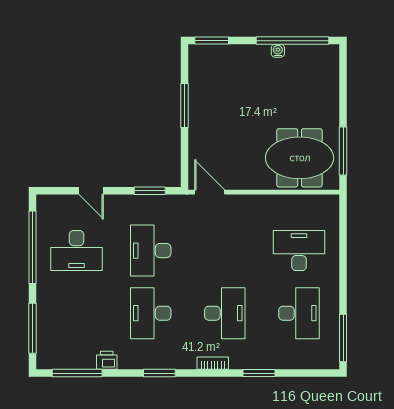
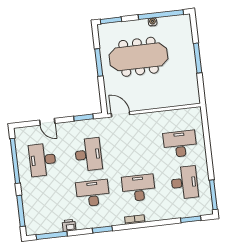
window: (343, 151) -> (198, 58), moved
meeting table: (300, 158) -> (138, 57), moved, width x1.36
desk: (76, 251) -> (42, 160), turned 90
desk: (151, 251) -> (88, 154), turned 180
desk: (151, 313) -> (93, 193), turned 90
desk: (225, 313) -> (139, 188), turned -90
window: (259, 373) -> (191, 219), moved

